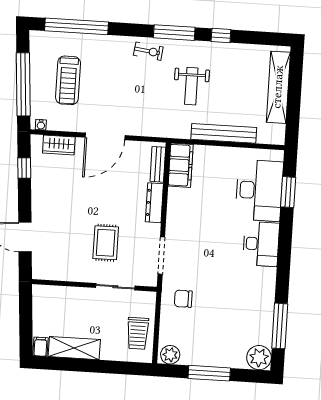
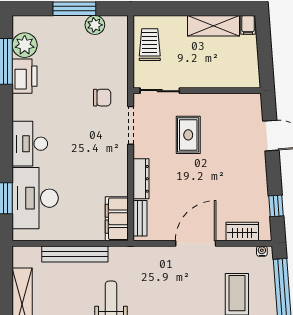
sliding door: (115, 287) -> (160, 91), moved
chair: (183, 299) -> (102, 98), moved
printer: (262, 310) -> (25, 76), added
plant: (170, 355) -> (95, 25), moved
plant: (259, 358) -> (25, 45), moved

